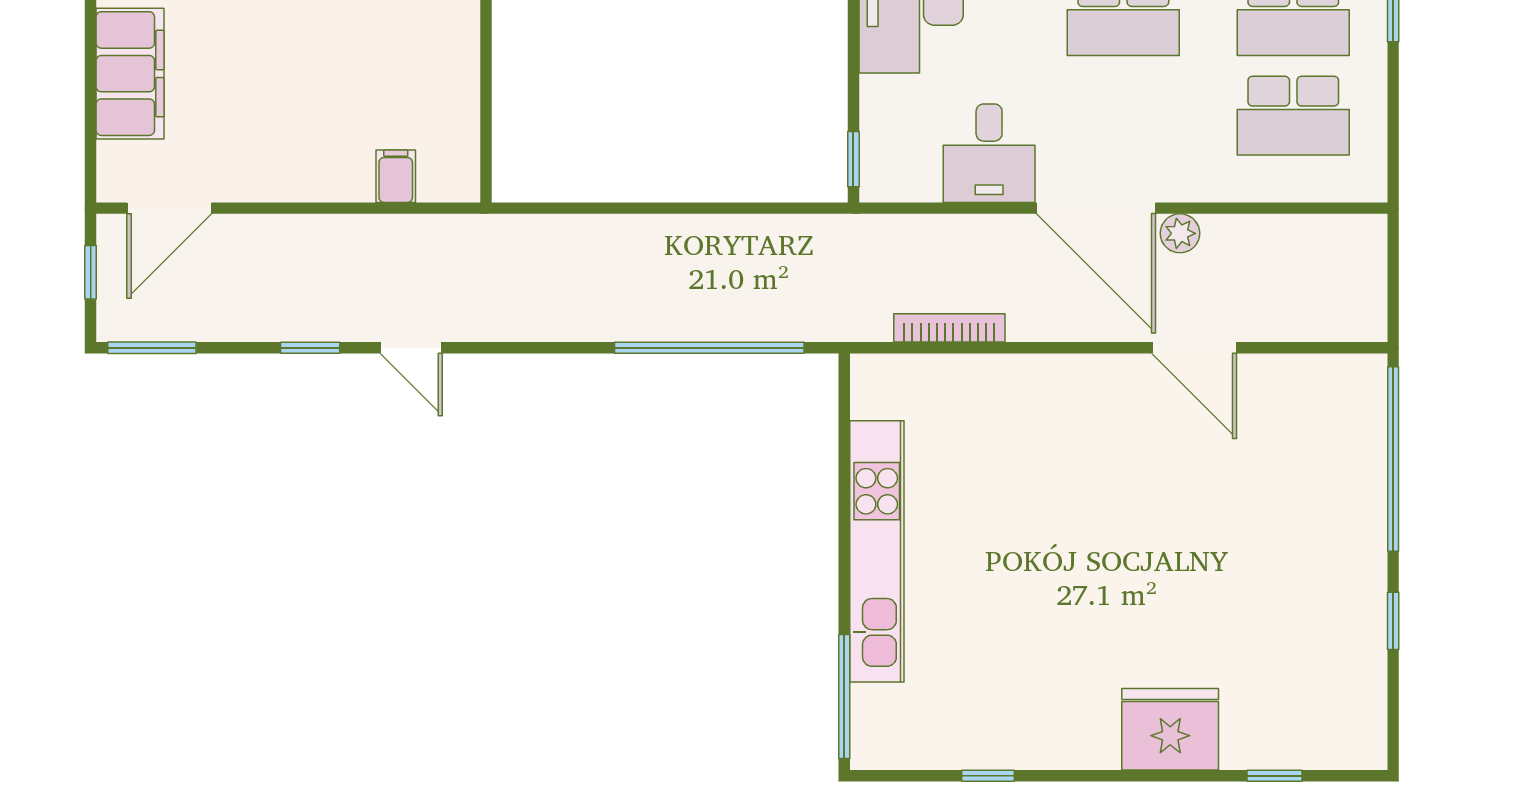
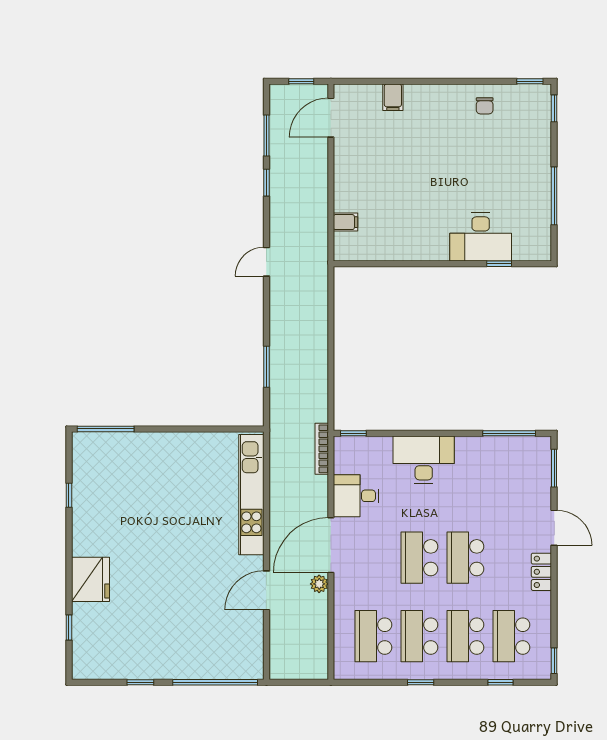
filing cabinet: (130, 74) -> (393, 97), width x0.33, depth x0.86
door: (169, 208) -> (331, 118), hinge flipped
bookcase: (949, 328) -> (322, 449), moved, turned 180
window: (152, 348) -> (266, 136), moved
door: (411, 348) -> (266, 262), moved
window: (709, 348) -> (266, 367), width x0.47
kitchen unit: (877, 551) -> (251, 495), moved, turned 90

